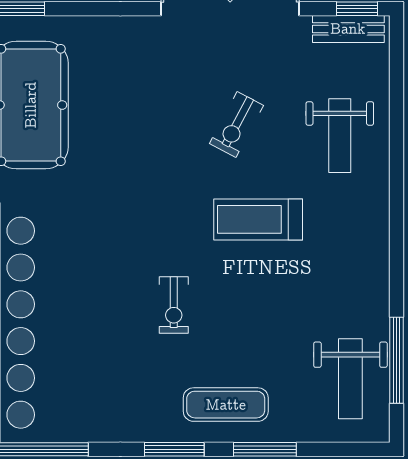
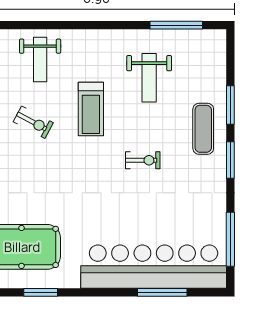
weight bench: (340, 136) -> (40, 60), turned 90
weight bench: (350, 379) -> (149, 78), moved, turned 90

